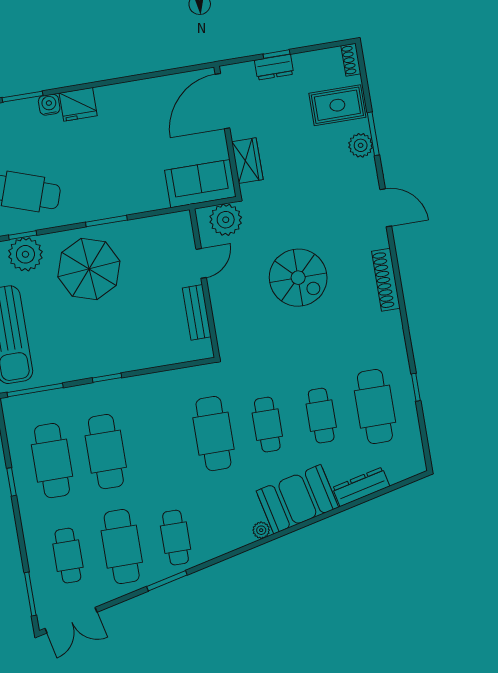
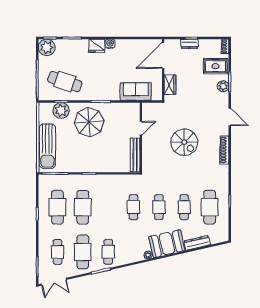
water cooler: (49, 105) -> (110, 44), moved
sofa: (200, 184) -> (136, 92), moved
plant: (226, 220) -> (155, 110), removed
bench: (197, 312) -> (135, 155), width x1.36
cafe table: (213, 434) -> (133, 207), width x0.73, depth x0.74

